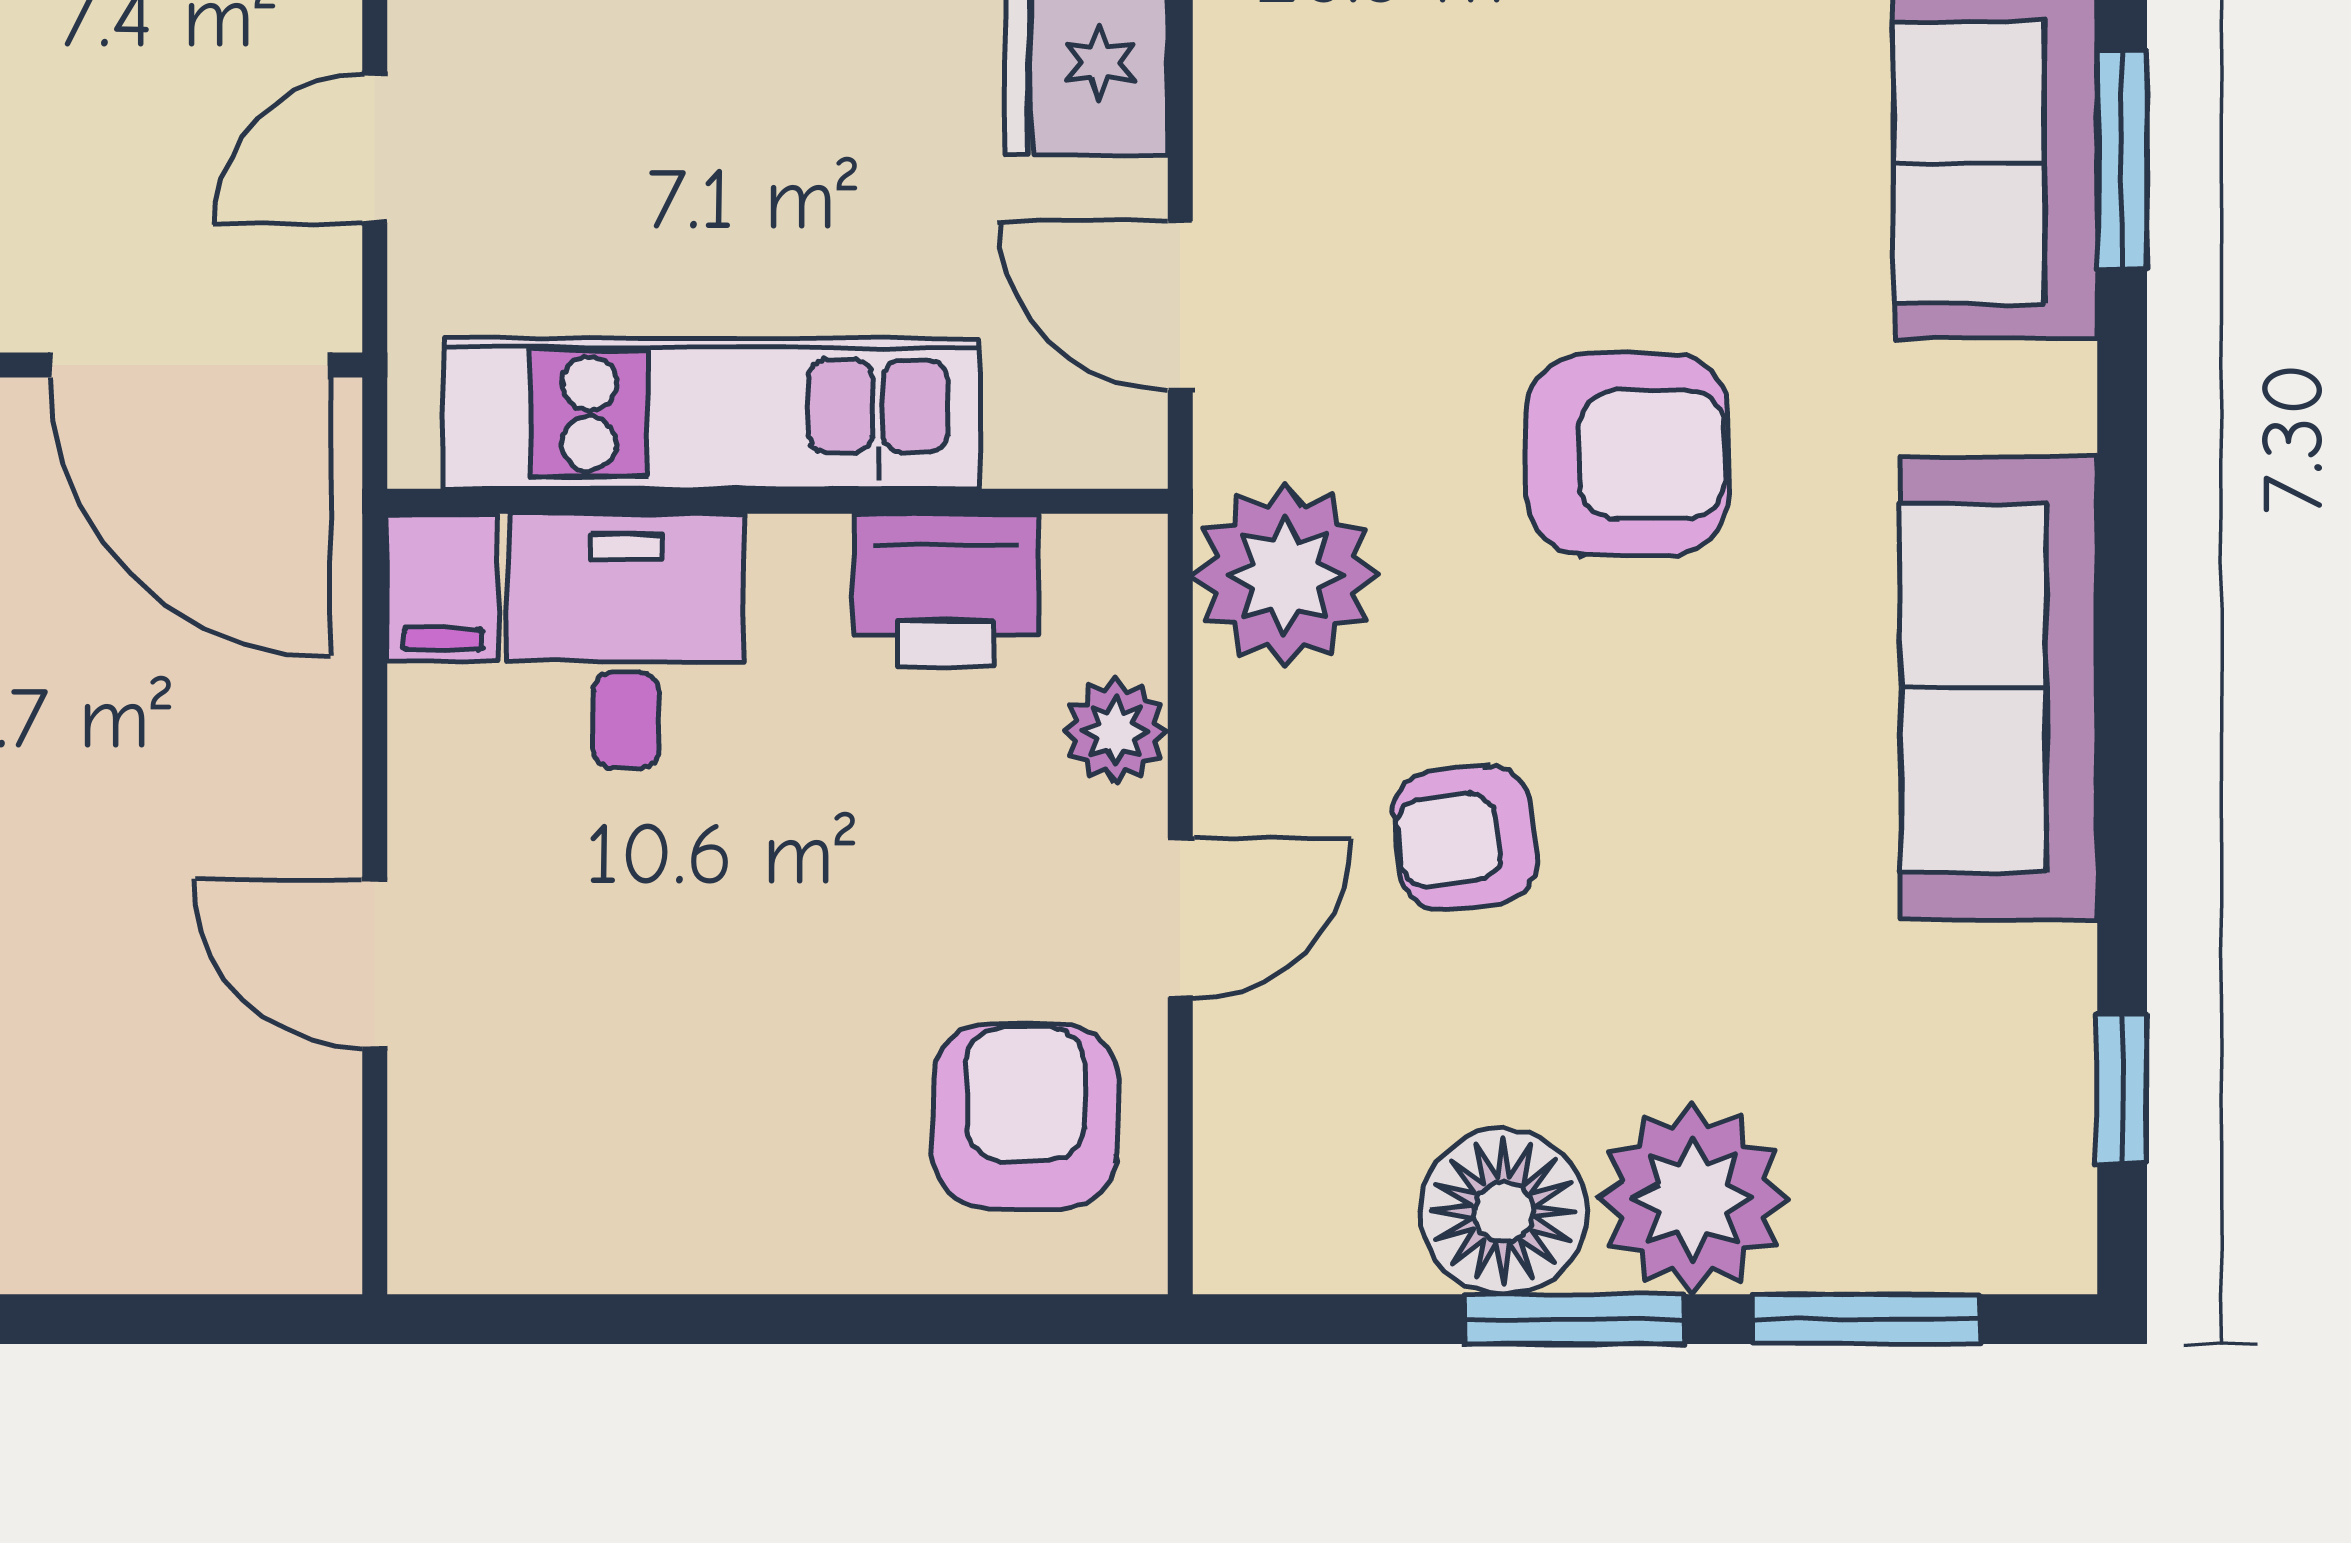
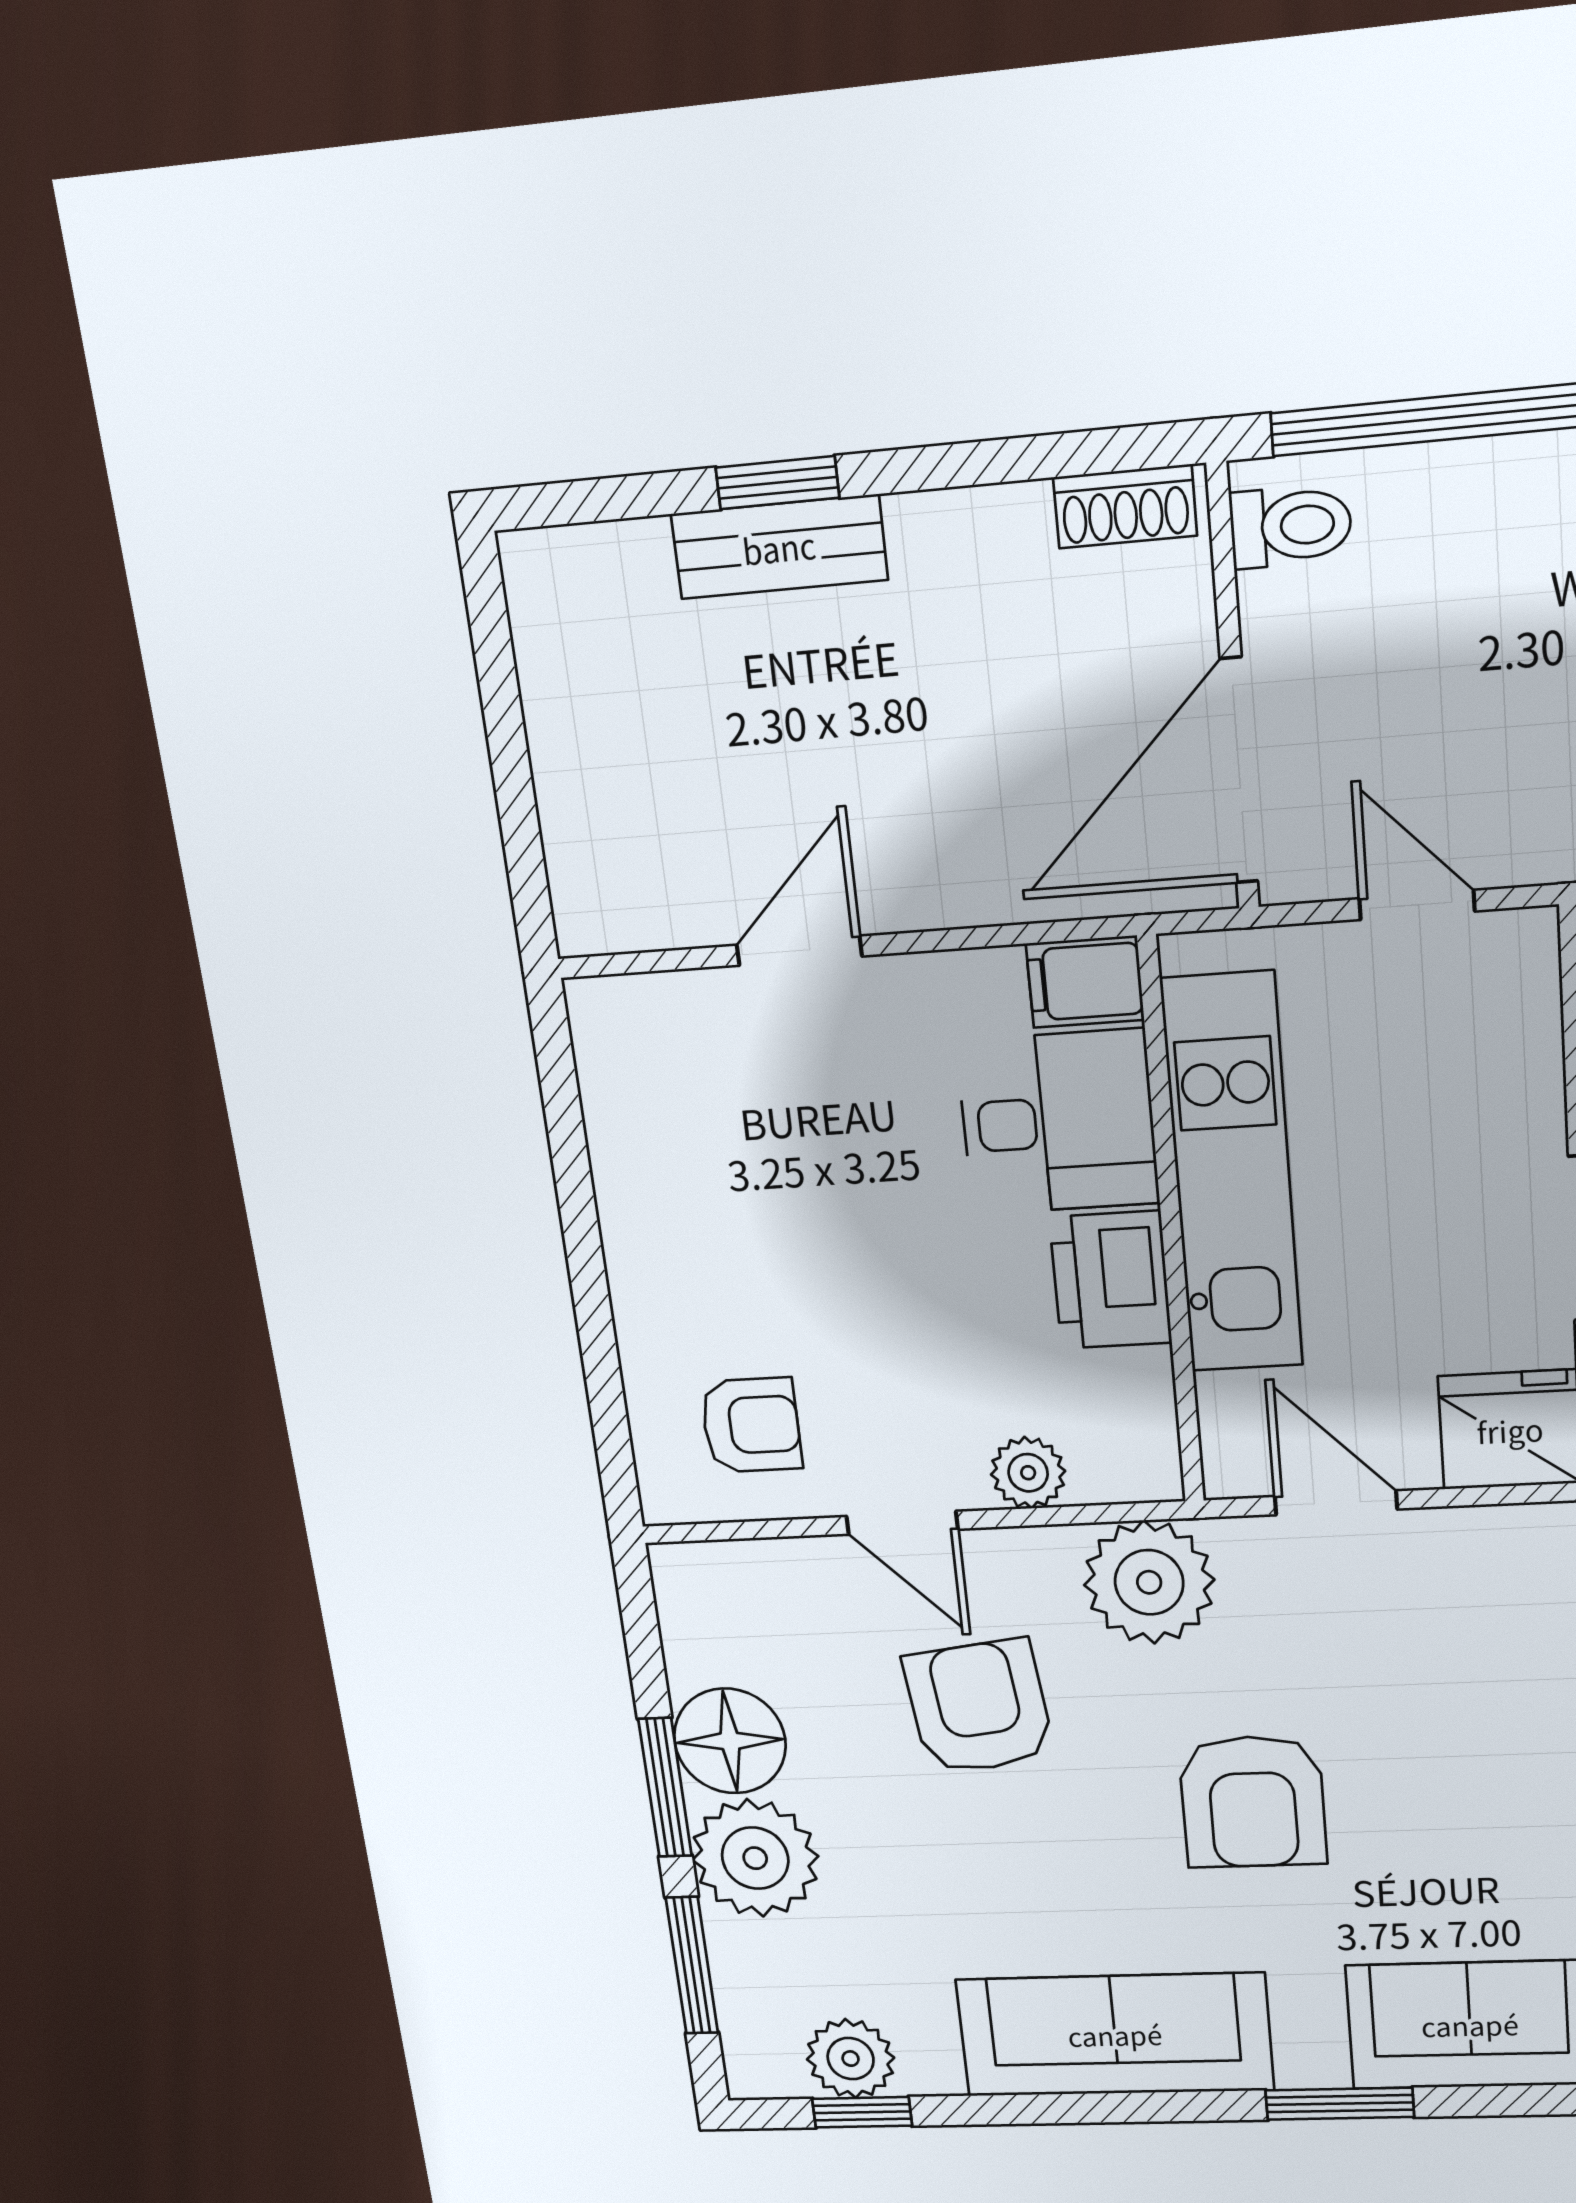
window: (2122, 160) -> (1340, 2104), moved
door: (1180, 306) -> (1336, 1503), hinge flipped
printer: (946, 590) -> (1111, 1280), moved
armchair: (1465, 838) -> (979, 1707), width x1.38, depth x1.38
plant: (2030, 1095) -> (851, 2059), added
armchair: (1025, 1116) -> (751, 1425), width x0.72, depth x0.72

